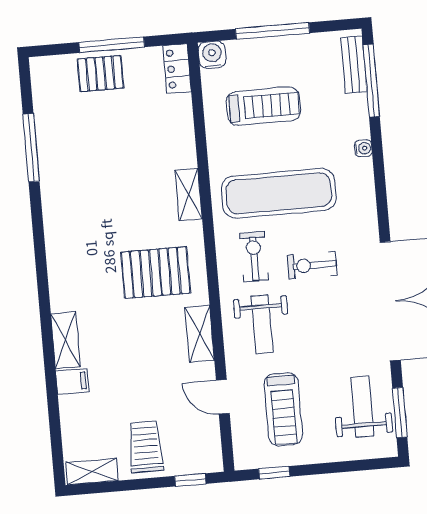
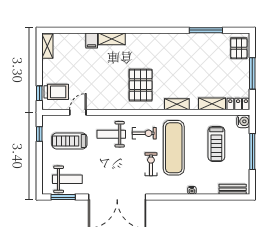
pallet: (100, 74) -> (239, 48), moved
window: (371, 81) -> (224, 197), removed
exercise bike: (312, 265) -> (151, 164), moved
shelving: (200, 334) -> (212, 104), moved
trolley: (146, 447) -> (56, 92), moved

